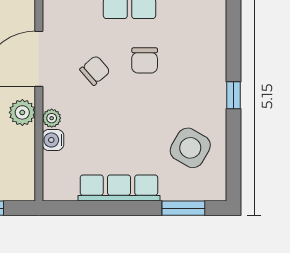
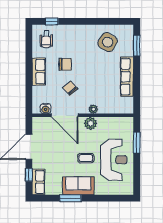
wheelchair: (196, 21) -> (46, 39), added
window: (233, 95) -> (52, 21), moved
water cooler: (53, 140) -> (45, 109), moved

